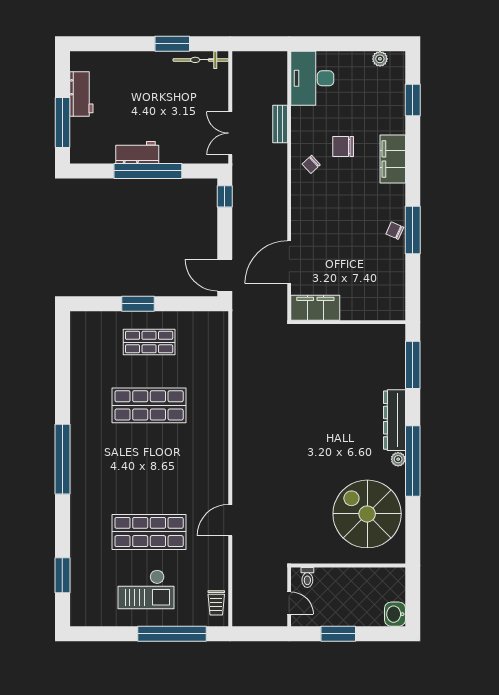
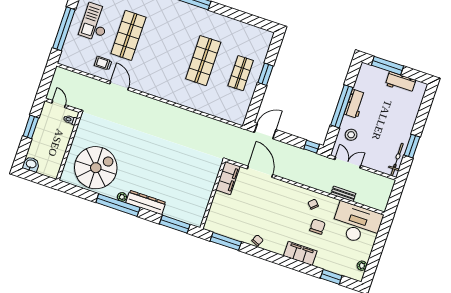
desk: (312, 78) -> (357, 224), width x1.36, depth x1.30
stool: (186, 142) -> (351, 135), added
window: (413, 230) -> (226, 241), moved
trolley: (216, 603) -> (103, 63), moved
door: (289, 603) -> (59, 104), swing flipped

